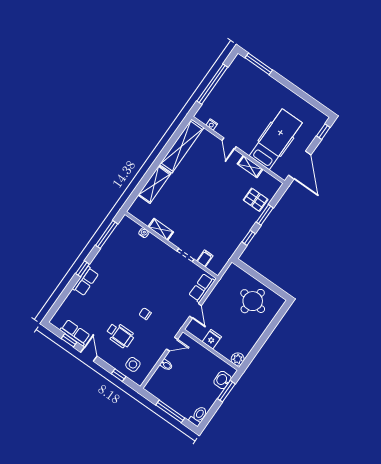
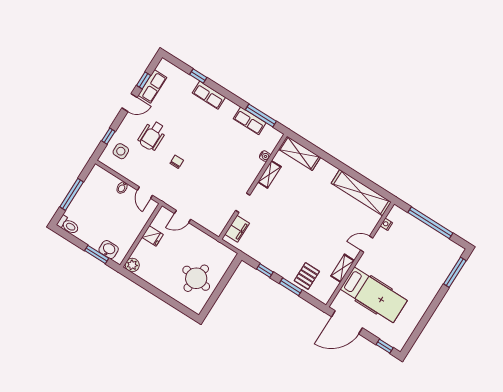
shelving: (154, 184) -> (299, 153), moved
filing cabinet: (205, 258) -> (237, 229), width x2.00
window: (82, 269) -> (198, 76), moved
row of seats: (202, 288) -> (250, 121), moved, turned 180

